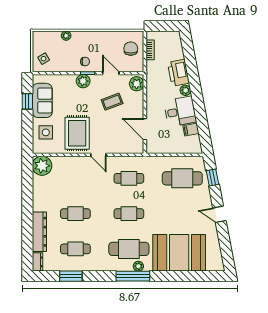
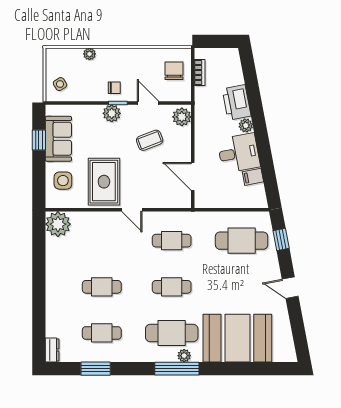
dresser: (39, 232) -> (55, 311), removed

